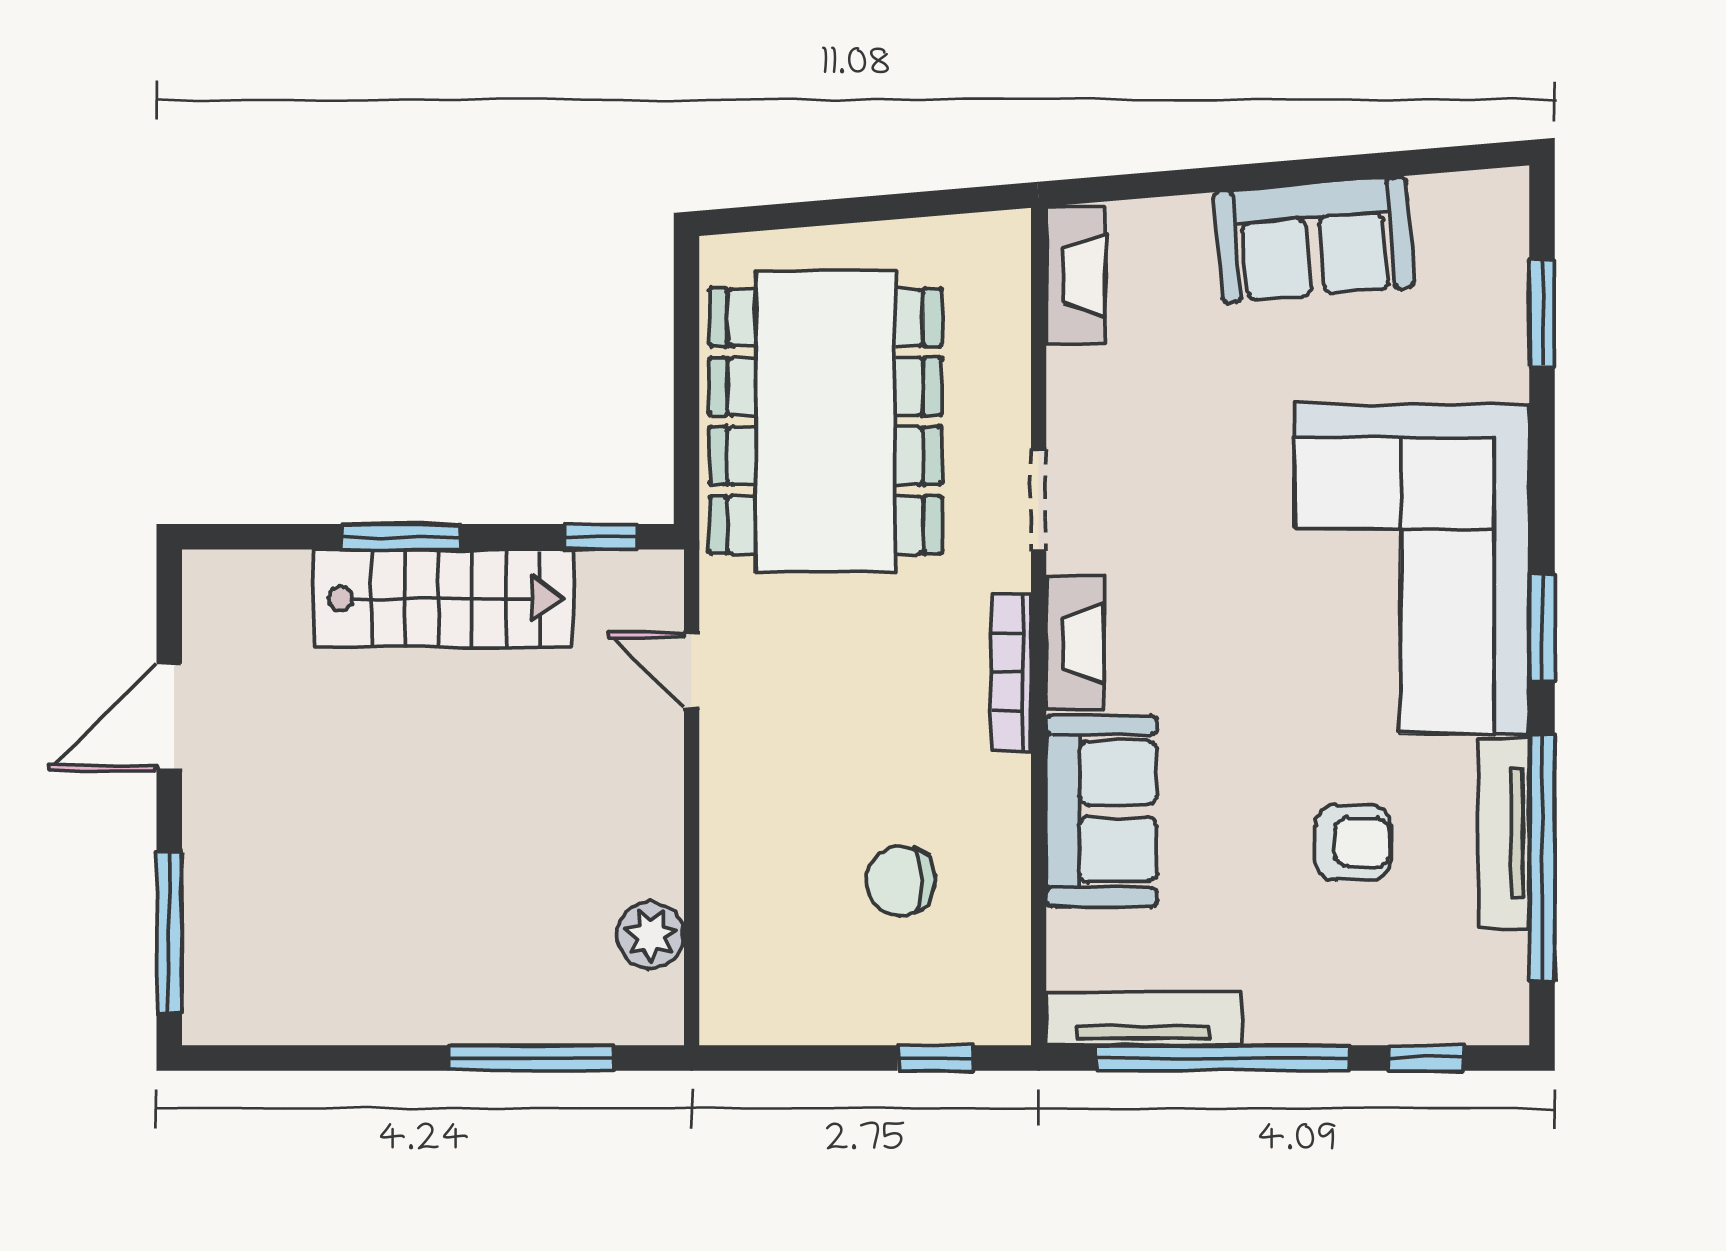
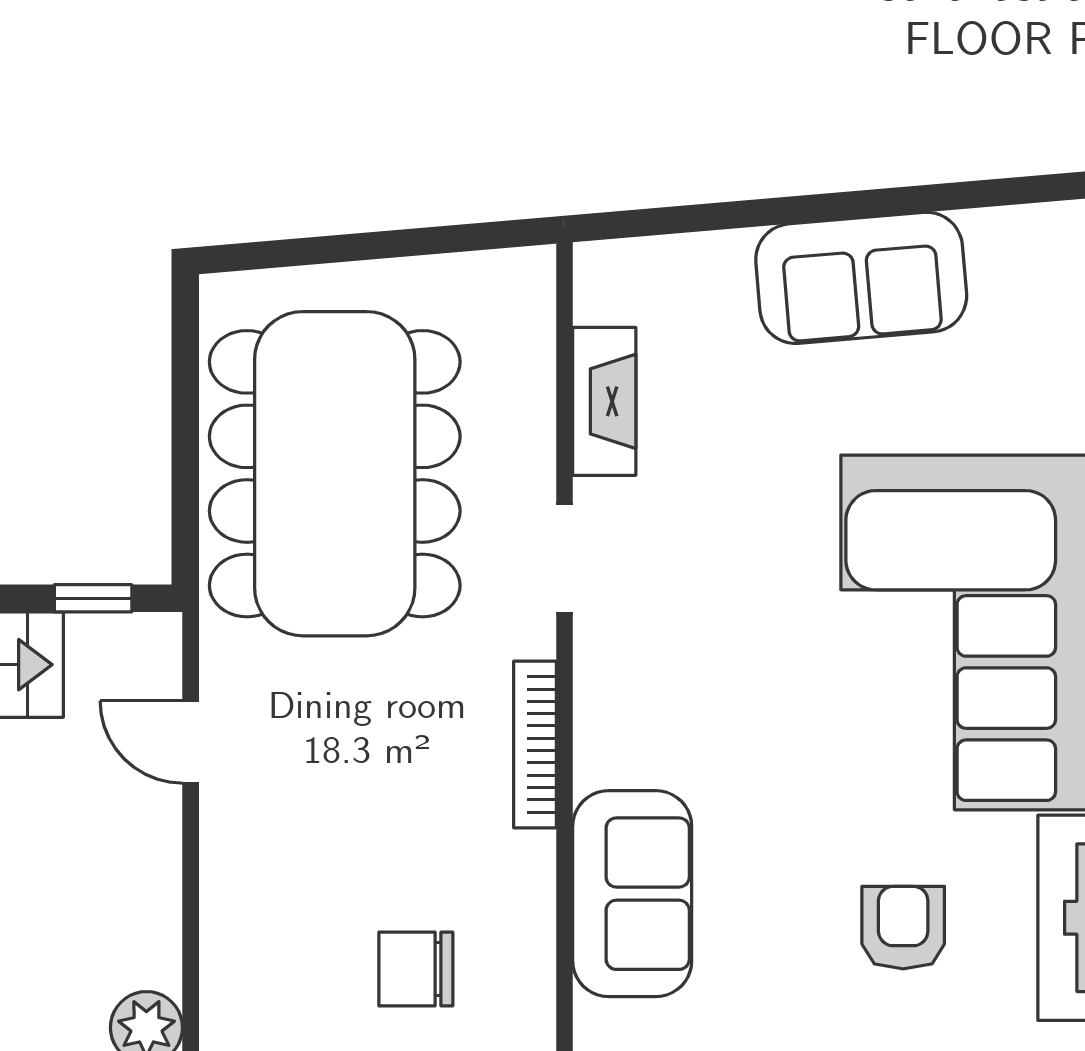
fireplace: (1075, 276) -> (604, 401), moved
fireplace: (1075, 643) -> (604, 713), removed
armchair: (1353, 842) -> (903, 928), turned -90

